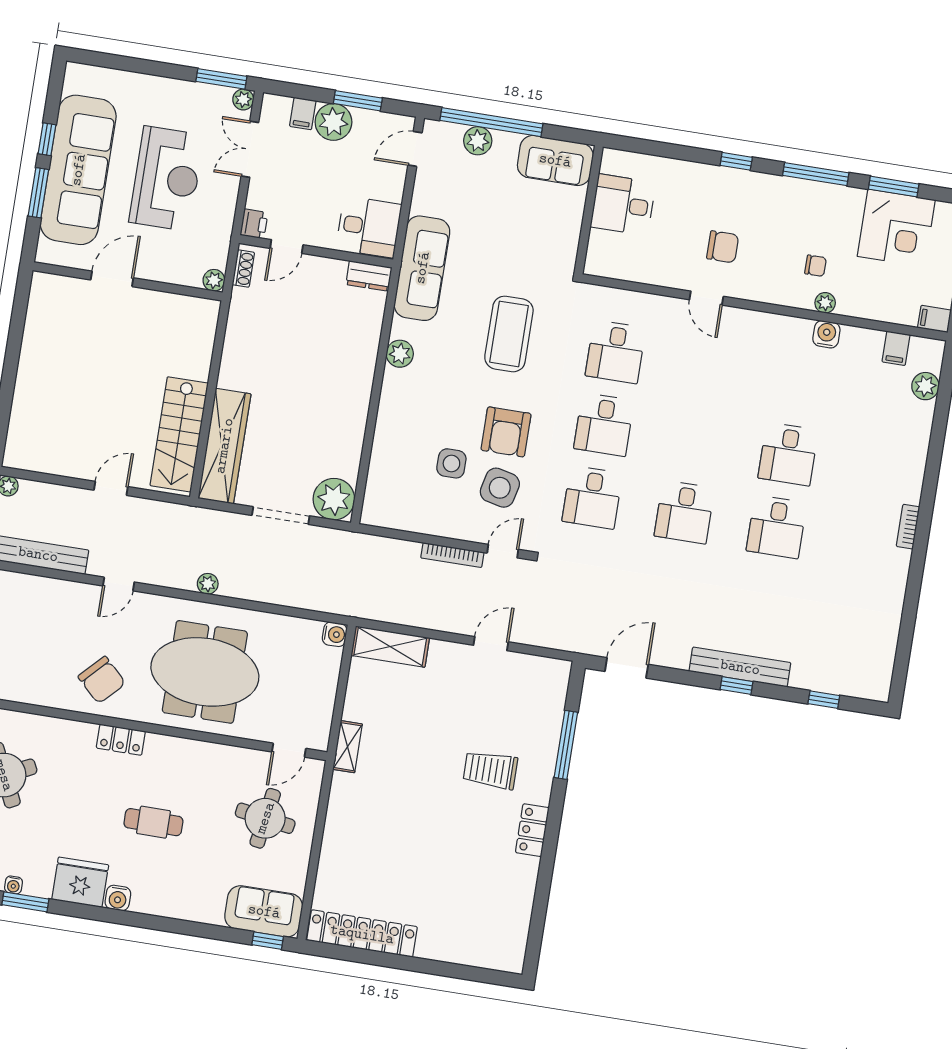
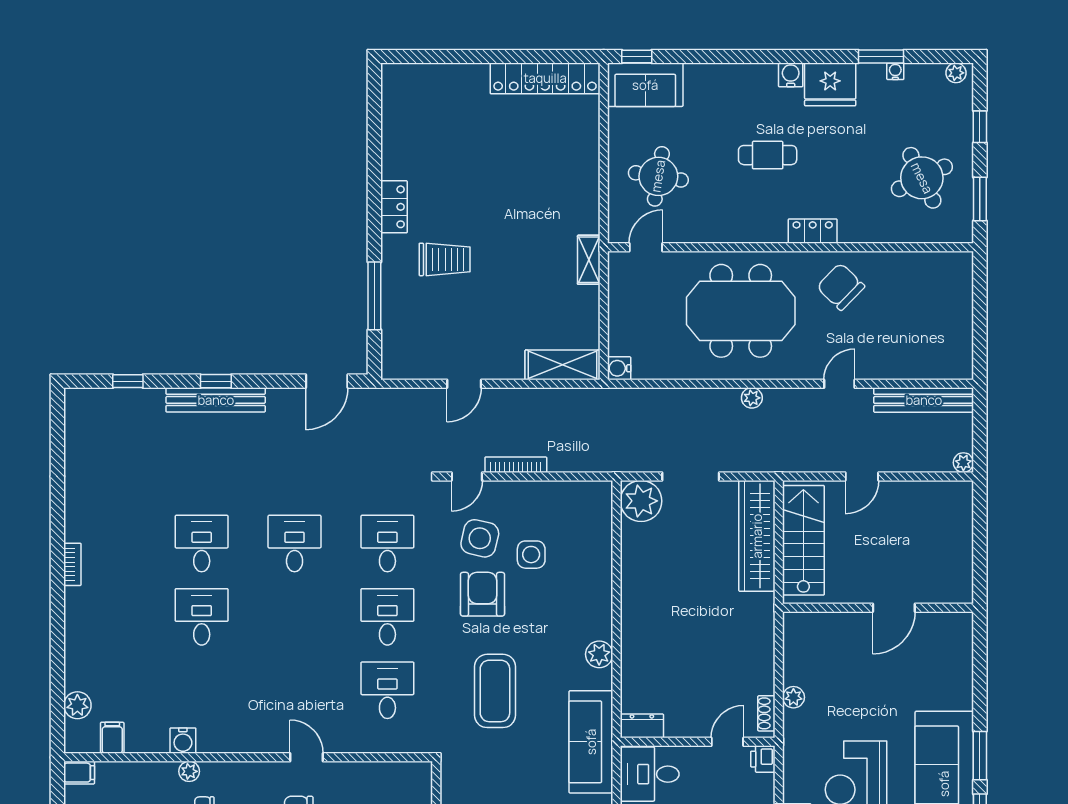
door: (112, 279) -> (894, 608), moved
wall: (128, 281) -> (878, 608), moved

